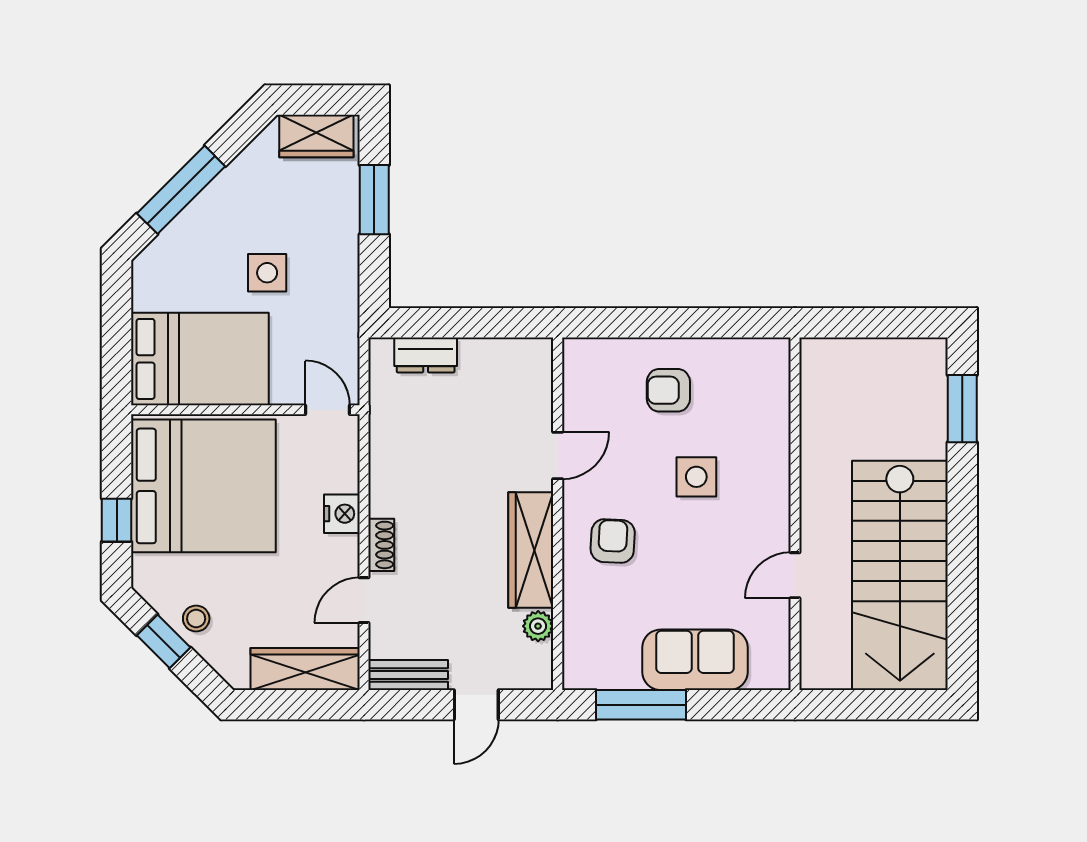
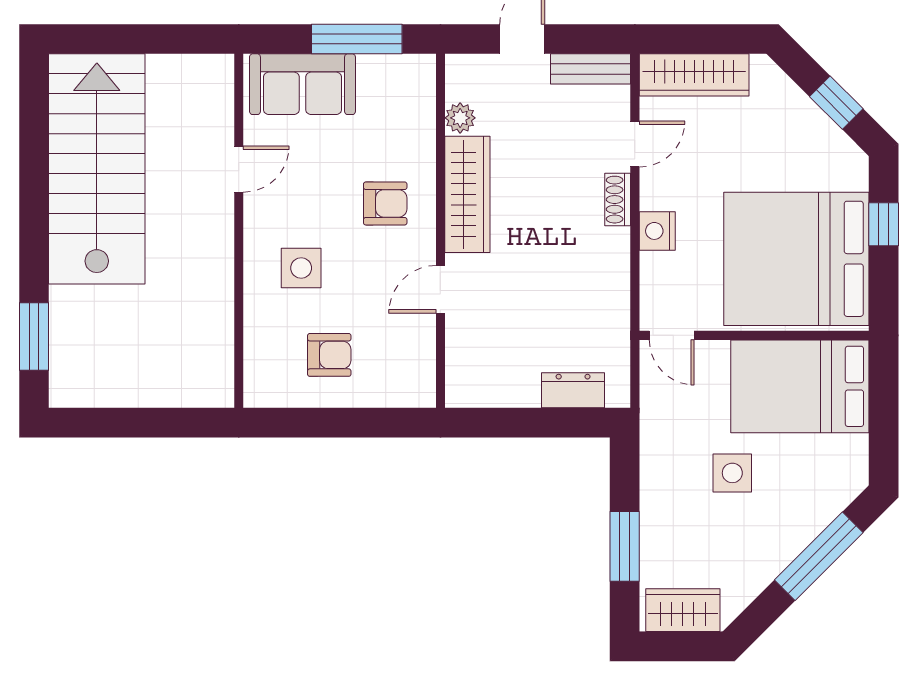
wall: (795, 514) -> (239, 231), moved
armchair: (613, 541) -> (385, 203), turned -93
door: (795, 575) -> (239, 169), moved
stool: (196, 619) -> (804, 126), removed

